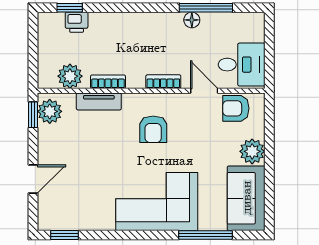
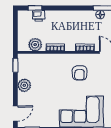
tv unit: (99, 101) -> (51, 58), removed
plant: (50, 111) -> (24, 85), moved
door: (33, 179) -> (15, 114), moved

